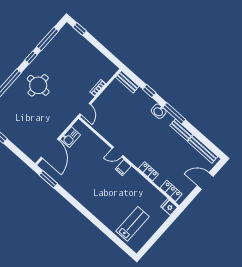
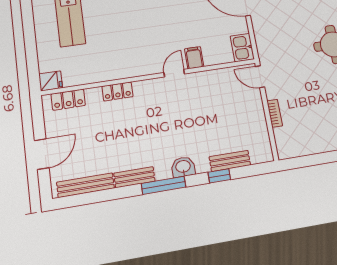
bench: (127, 82) -> (230, 161), moved
kitchen sink: (70, 137) -> (242, 48), moved
filing cabinet: (123, 168) -> (194, 58), moved

